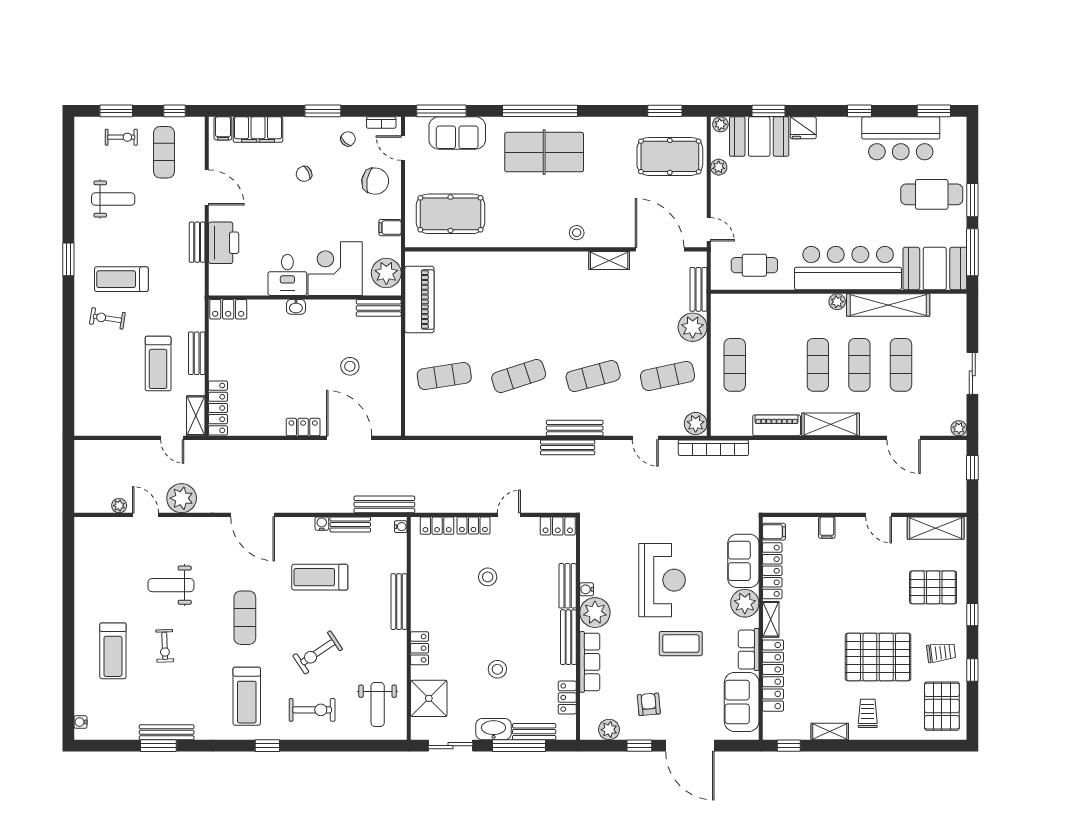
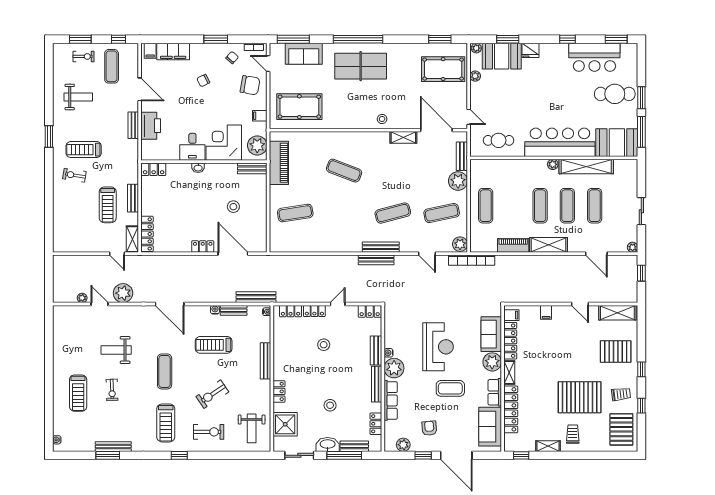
exercise mat: (519, 376) -> (344, 171), moved, turned 39

